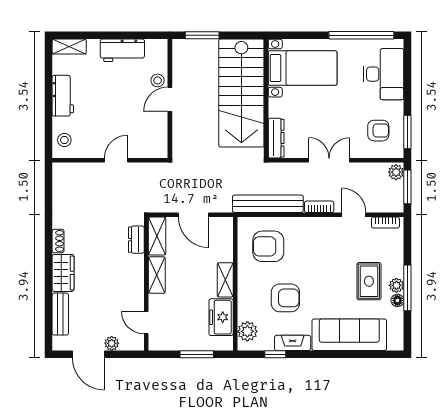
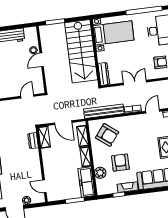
door: (116, 160) -> (27, 96), moved
door: (354, 215) -> (153, 111), hinge flipped
armchair: (268, 246) -> (107, 135), turned -142
shelving: (157, 275) -> (83, 136), moved
armchair: (285, 298) -> (120, 163), turned -90
freezer: (221, 317) -> (86, 182), width x1.40
plant: (247, 331) -> (100, 173), moved

